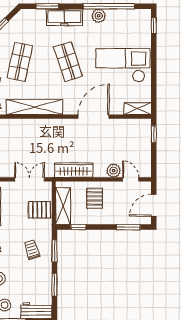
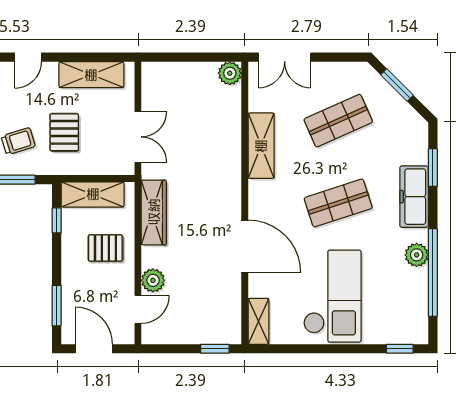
shop shelf: (20, 62) -> (338, 121), turned -36
shelving: (35, 107) -> (261, 146), width x0.68
pallet: (39, 210) -> (64, 132), moved

